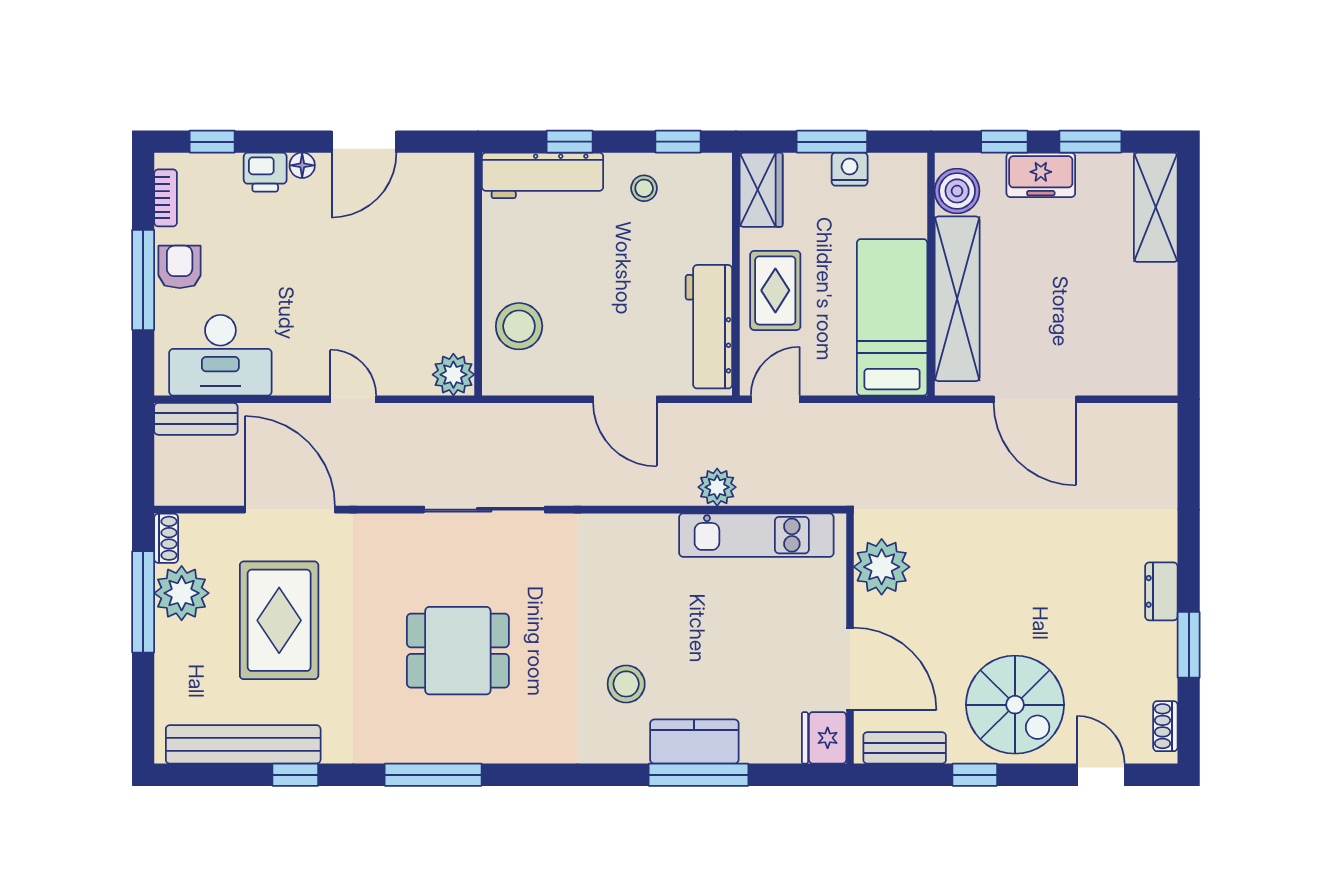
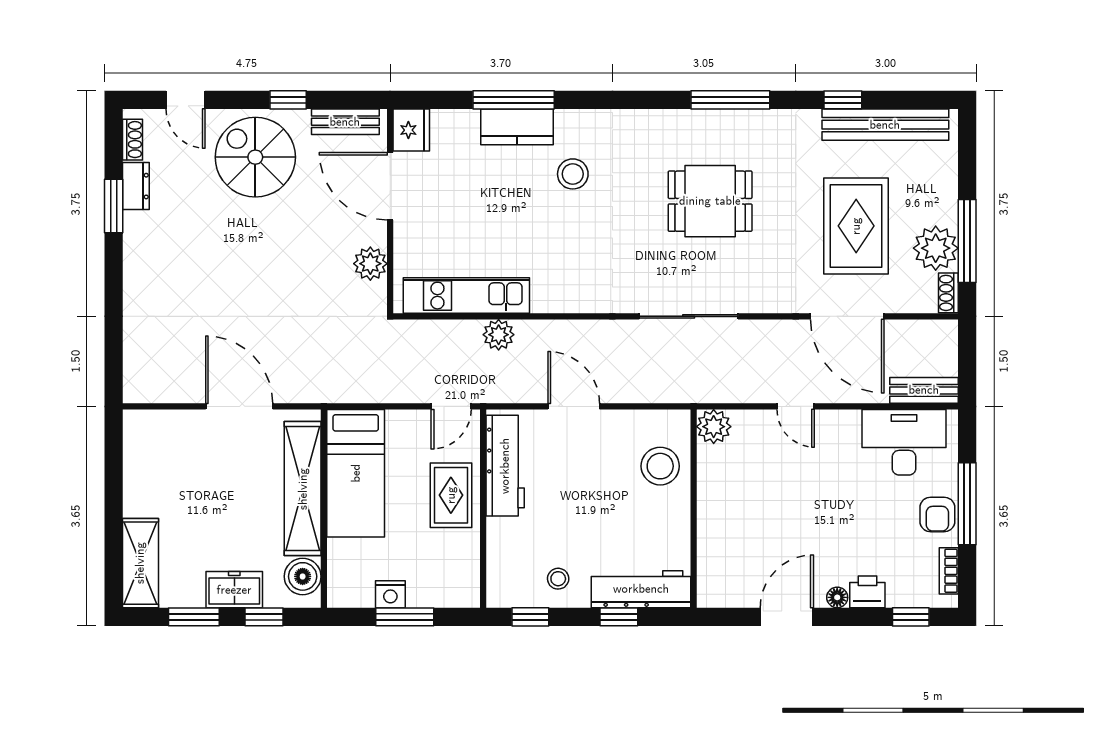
wardrobe: (761, 190) -> (463, 577), removed
plant: (882, 567) -> (370, 264), width x0.73, depth x0.73
dresser: (1161, 591) -> (136, 186), moved

